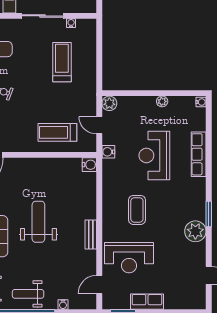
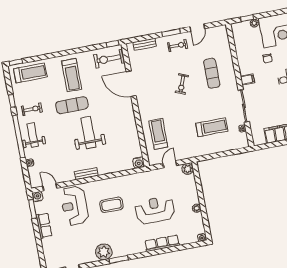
water cooler: (108, 152) -> (38, 197), moved
weight bench: (38, 222) -> (88, 132), turned -90

